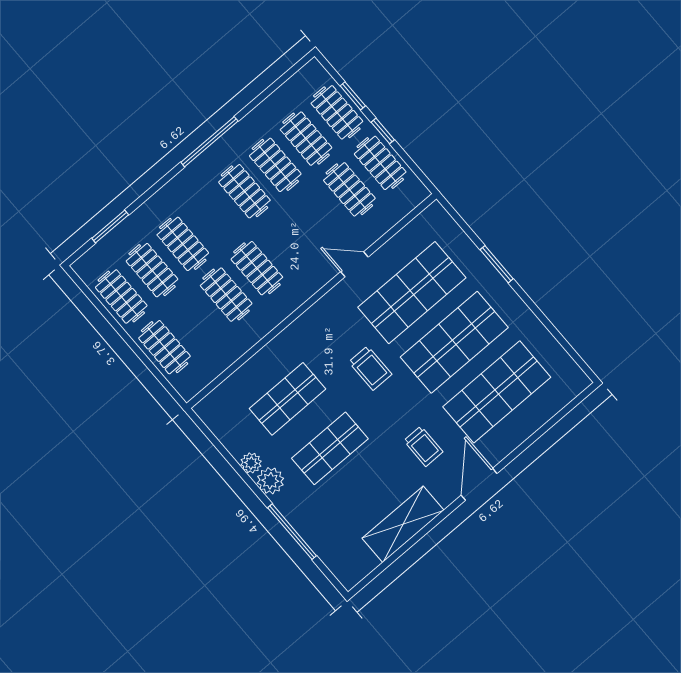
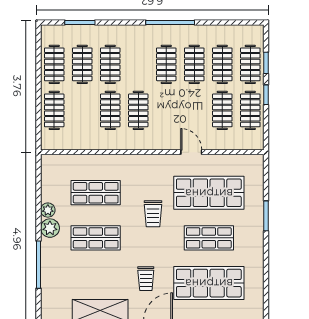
shop shelf: (454, 342) -> (209, 238), width x0.70, depth x0.74

